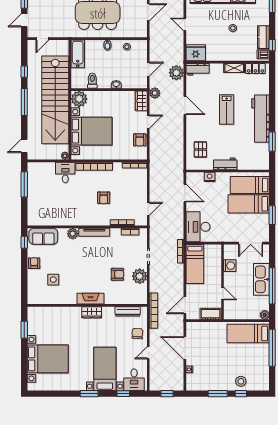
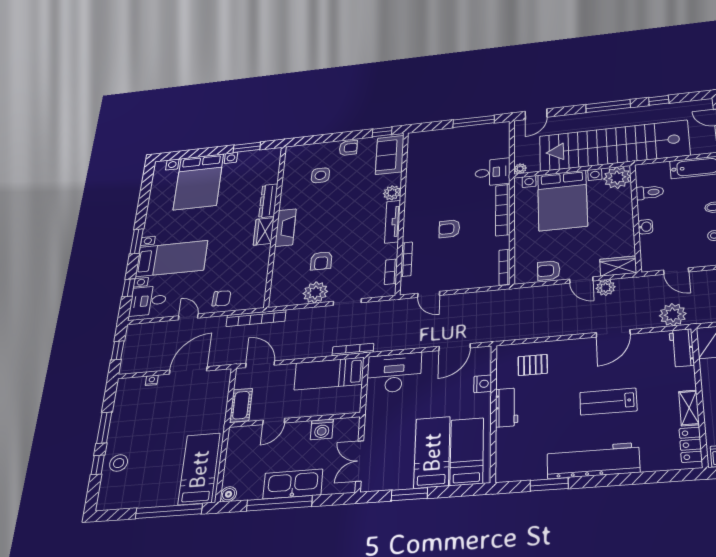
plant: (155, 93) -> (606, 288), moved
door: (24, 146) -> (536, 114), swing flipped
dresser: (128, 311) -> (268, 201), moved

